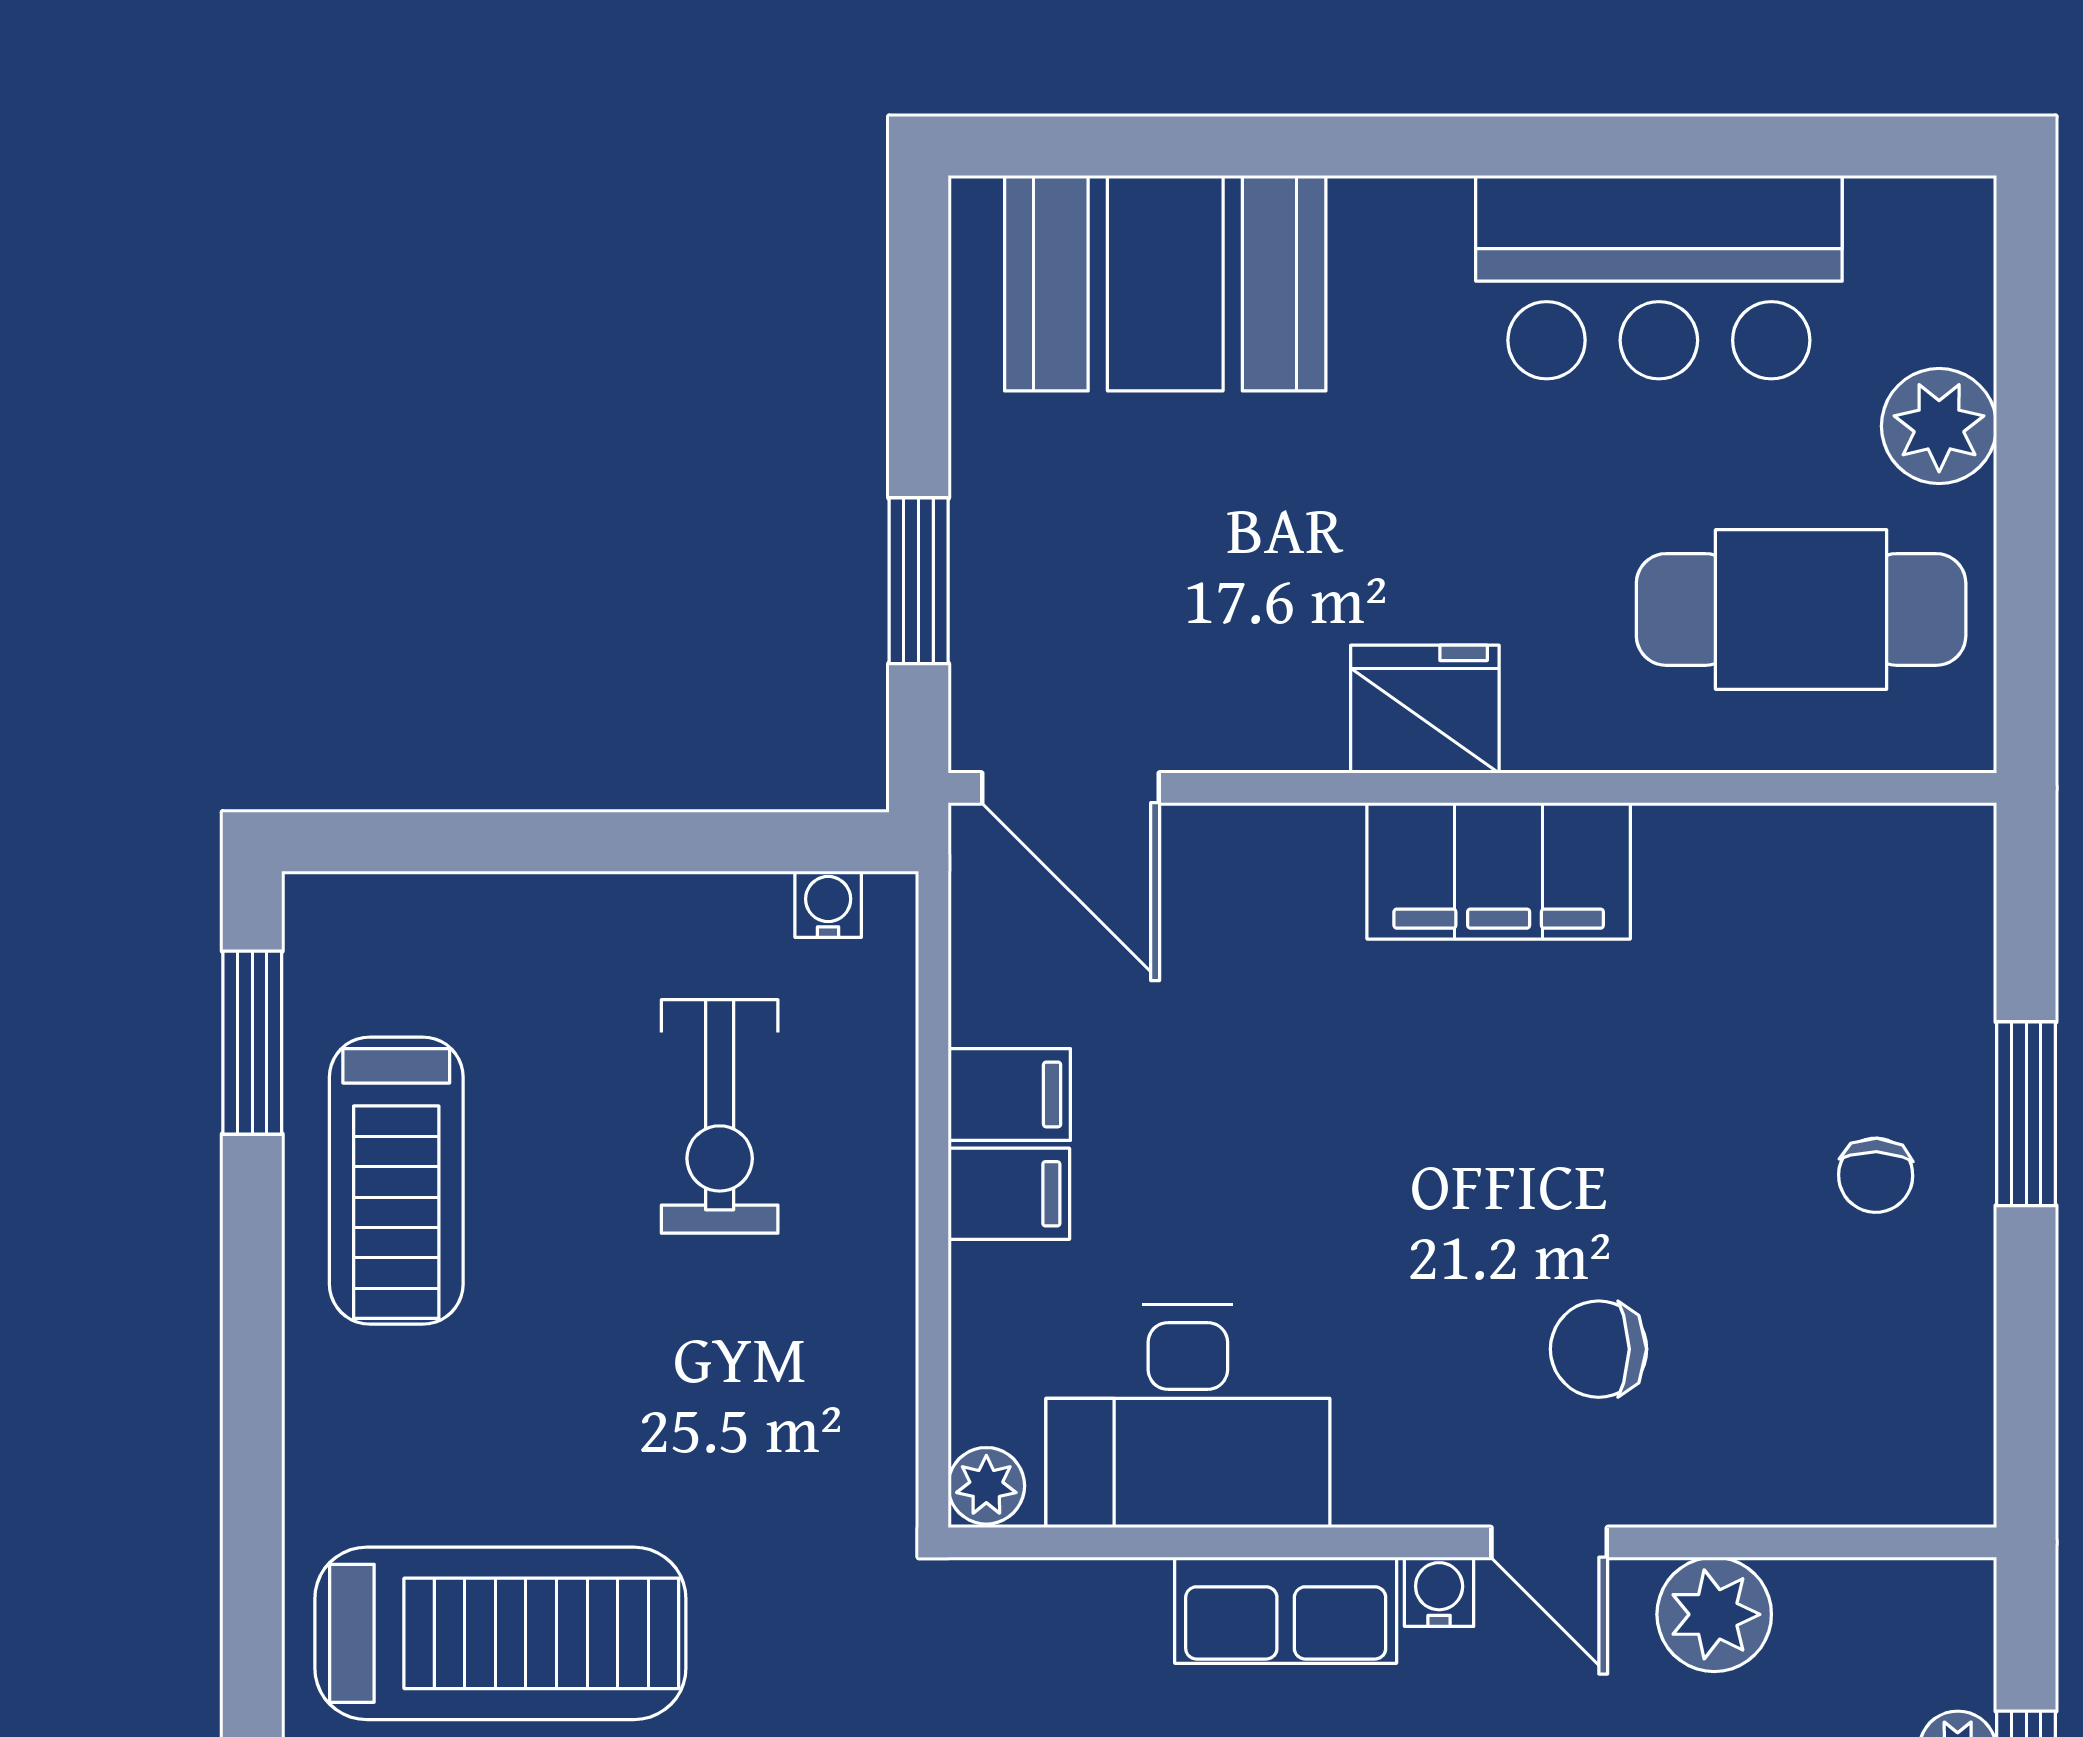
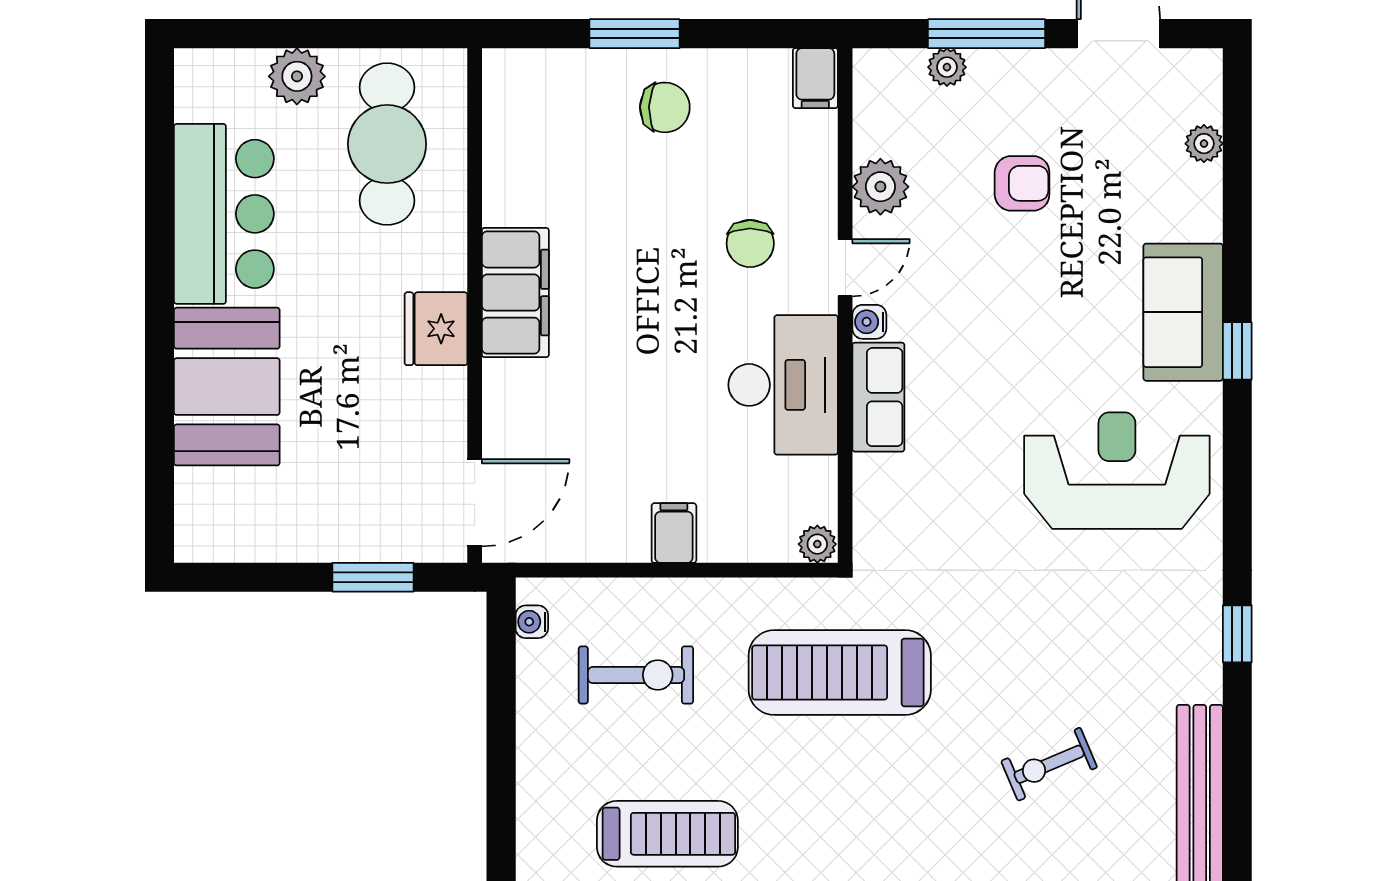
booth: (1165, 283) -> (227, 387), moved
filing cabinet: (1009, 1094) -> (815, 78), moved, turned 180
chair: (1876, 1175) -> (665, 107), width x1.37, depth x1.37
desk: (1188, 1416) -> (783, 385), moved
treadmill: (500, 1633) -> (840, 672), moved, turned -90

